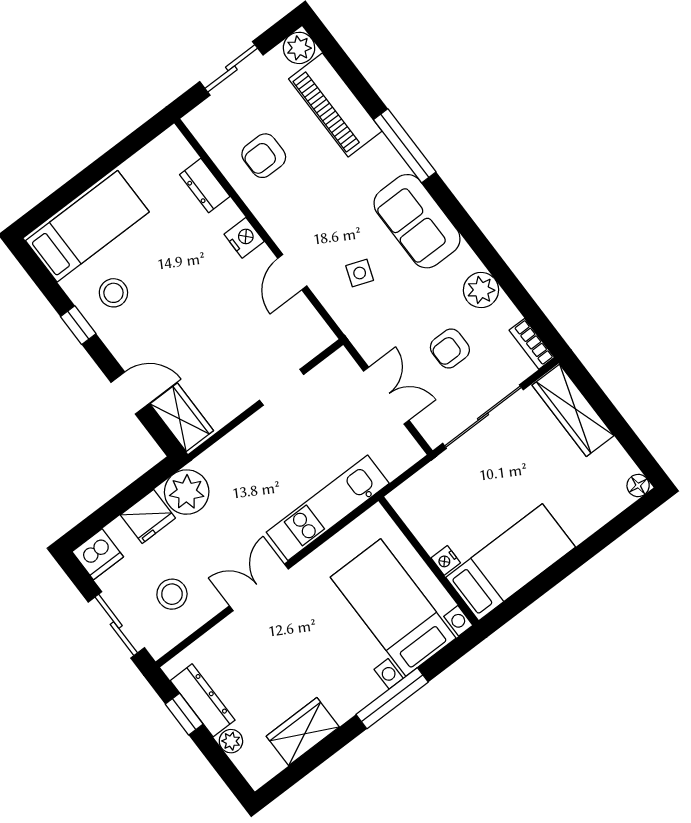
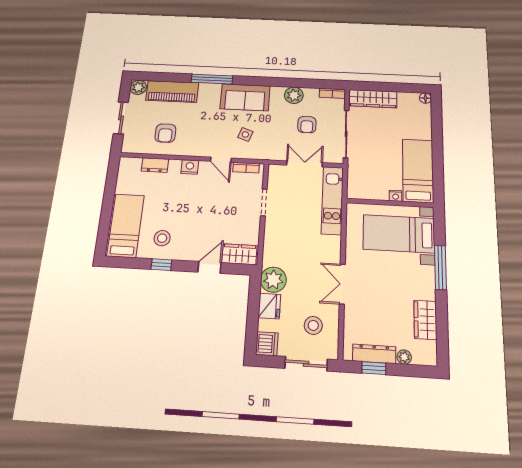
bookcase: (311, 318) -> (246, 168), added
kitchen unit: (328, 508) -> (332, 200), moved

